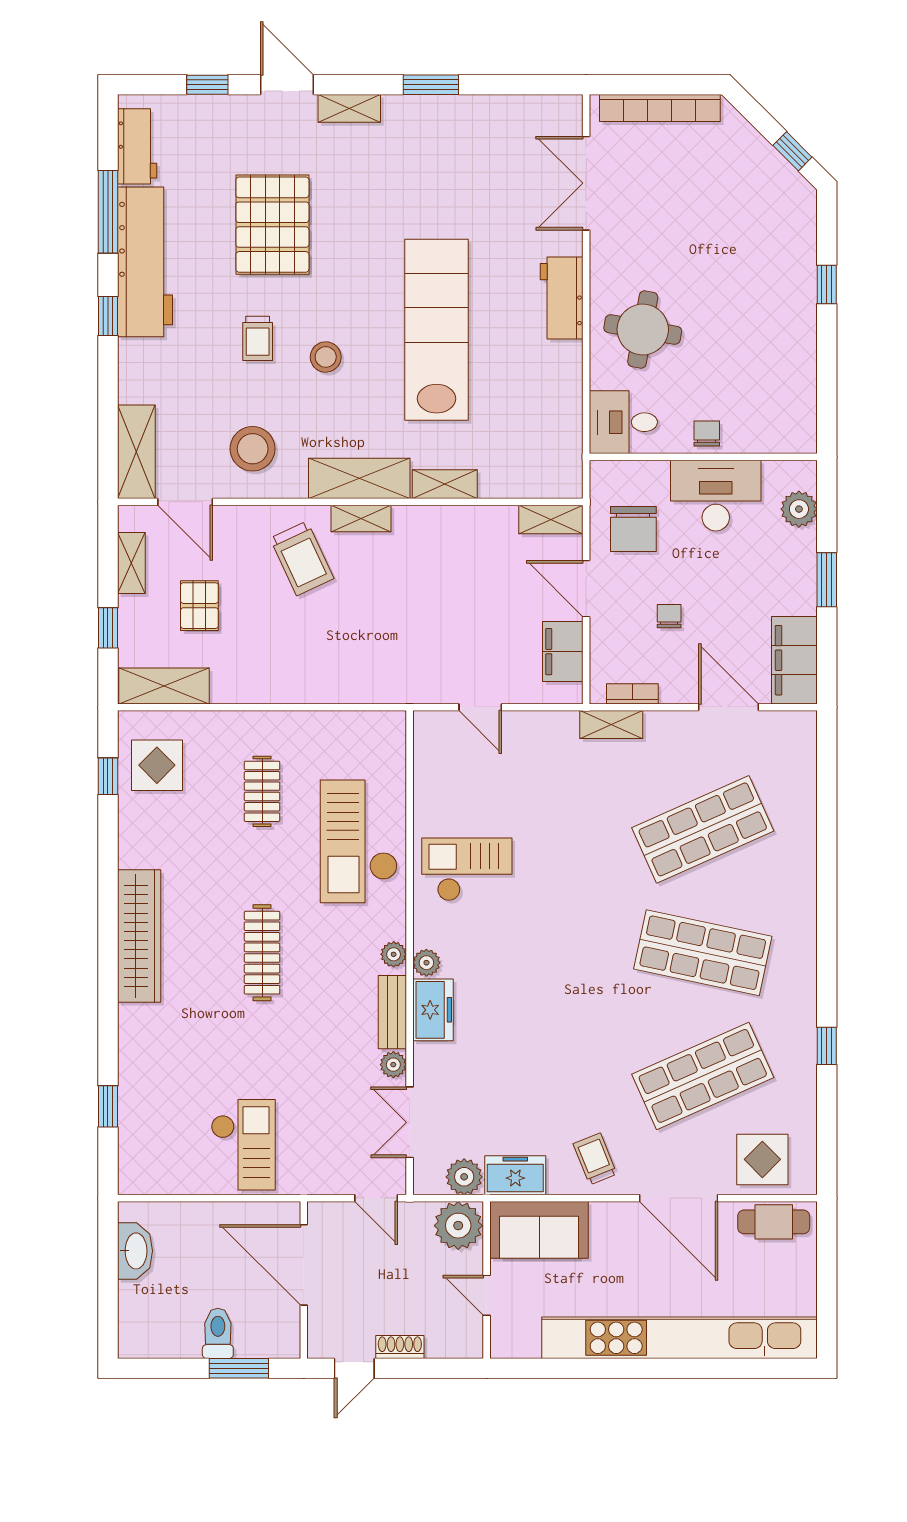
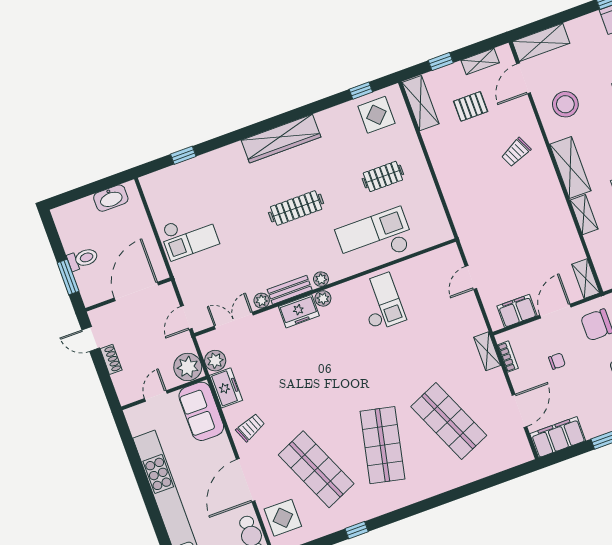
shelving: (361, 519) -> (549, 176), removed
trolley: (302, 558) -> (516, 152), width x0.73, depth x0.72

